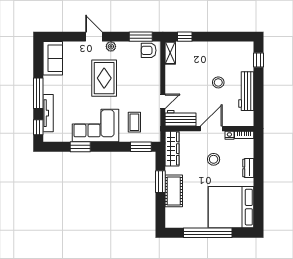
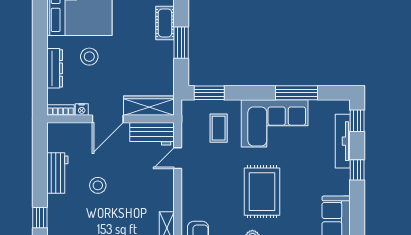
workbench: (246, 91) -> (57, 173), width x0.73
window: (38, 93) -> (357, 170), width x0.46
window: (80, 147) -> (297, 93), width x1.44
wardrobe: (172, 149) -> (149, 106), moved, turned 90
stool: (214, 159) -> (89, 57), moved
dresser: (248, 168) -> (55, 68), width x1.44
cot: (174, 191) -> (165, 23), width x0.73, depth x0.75

